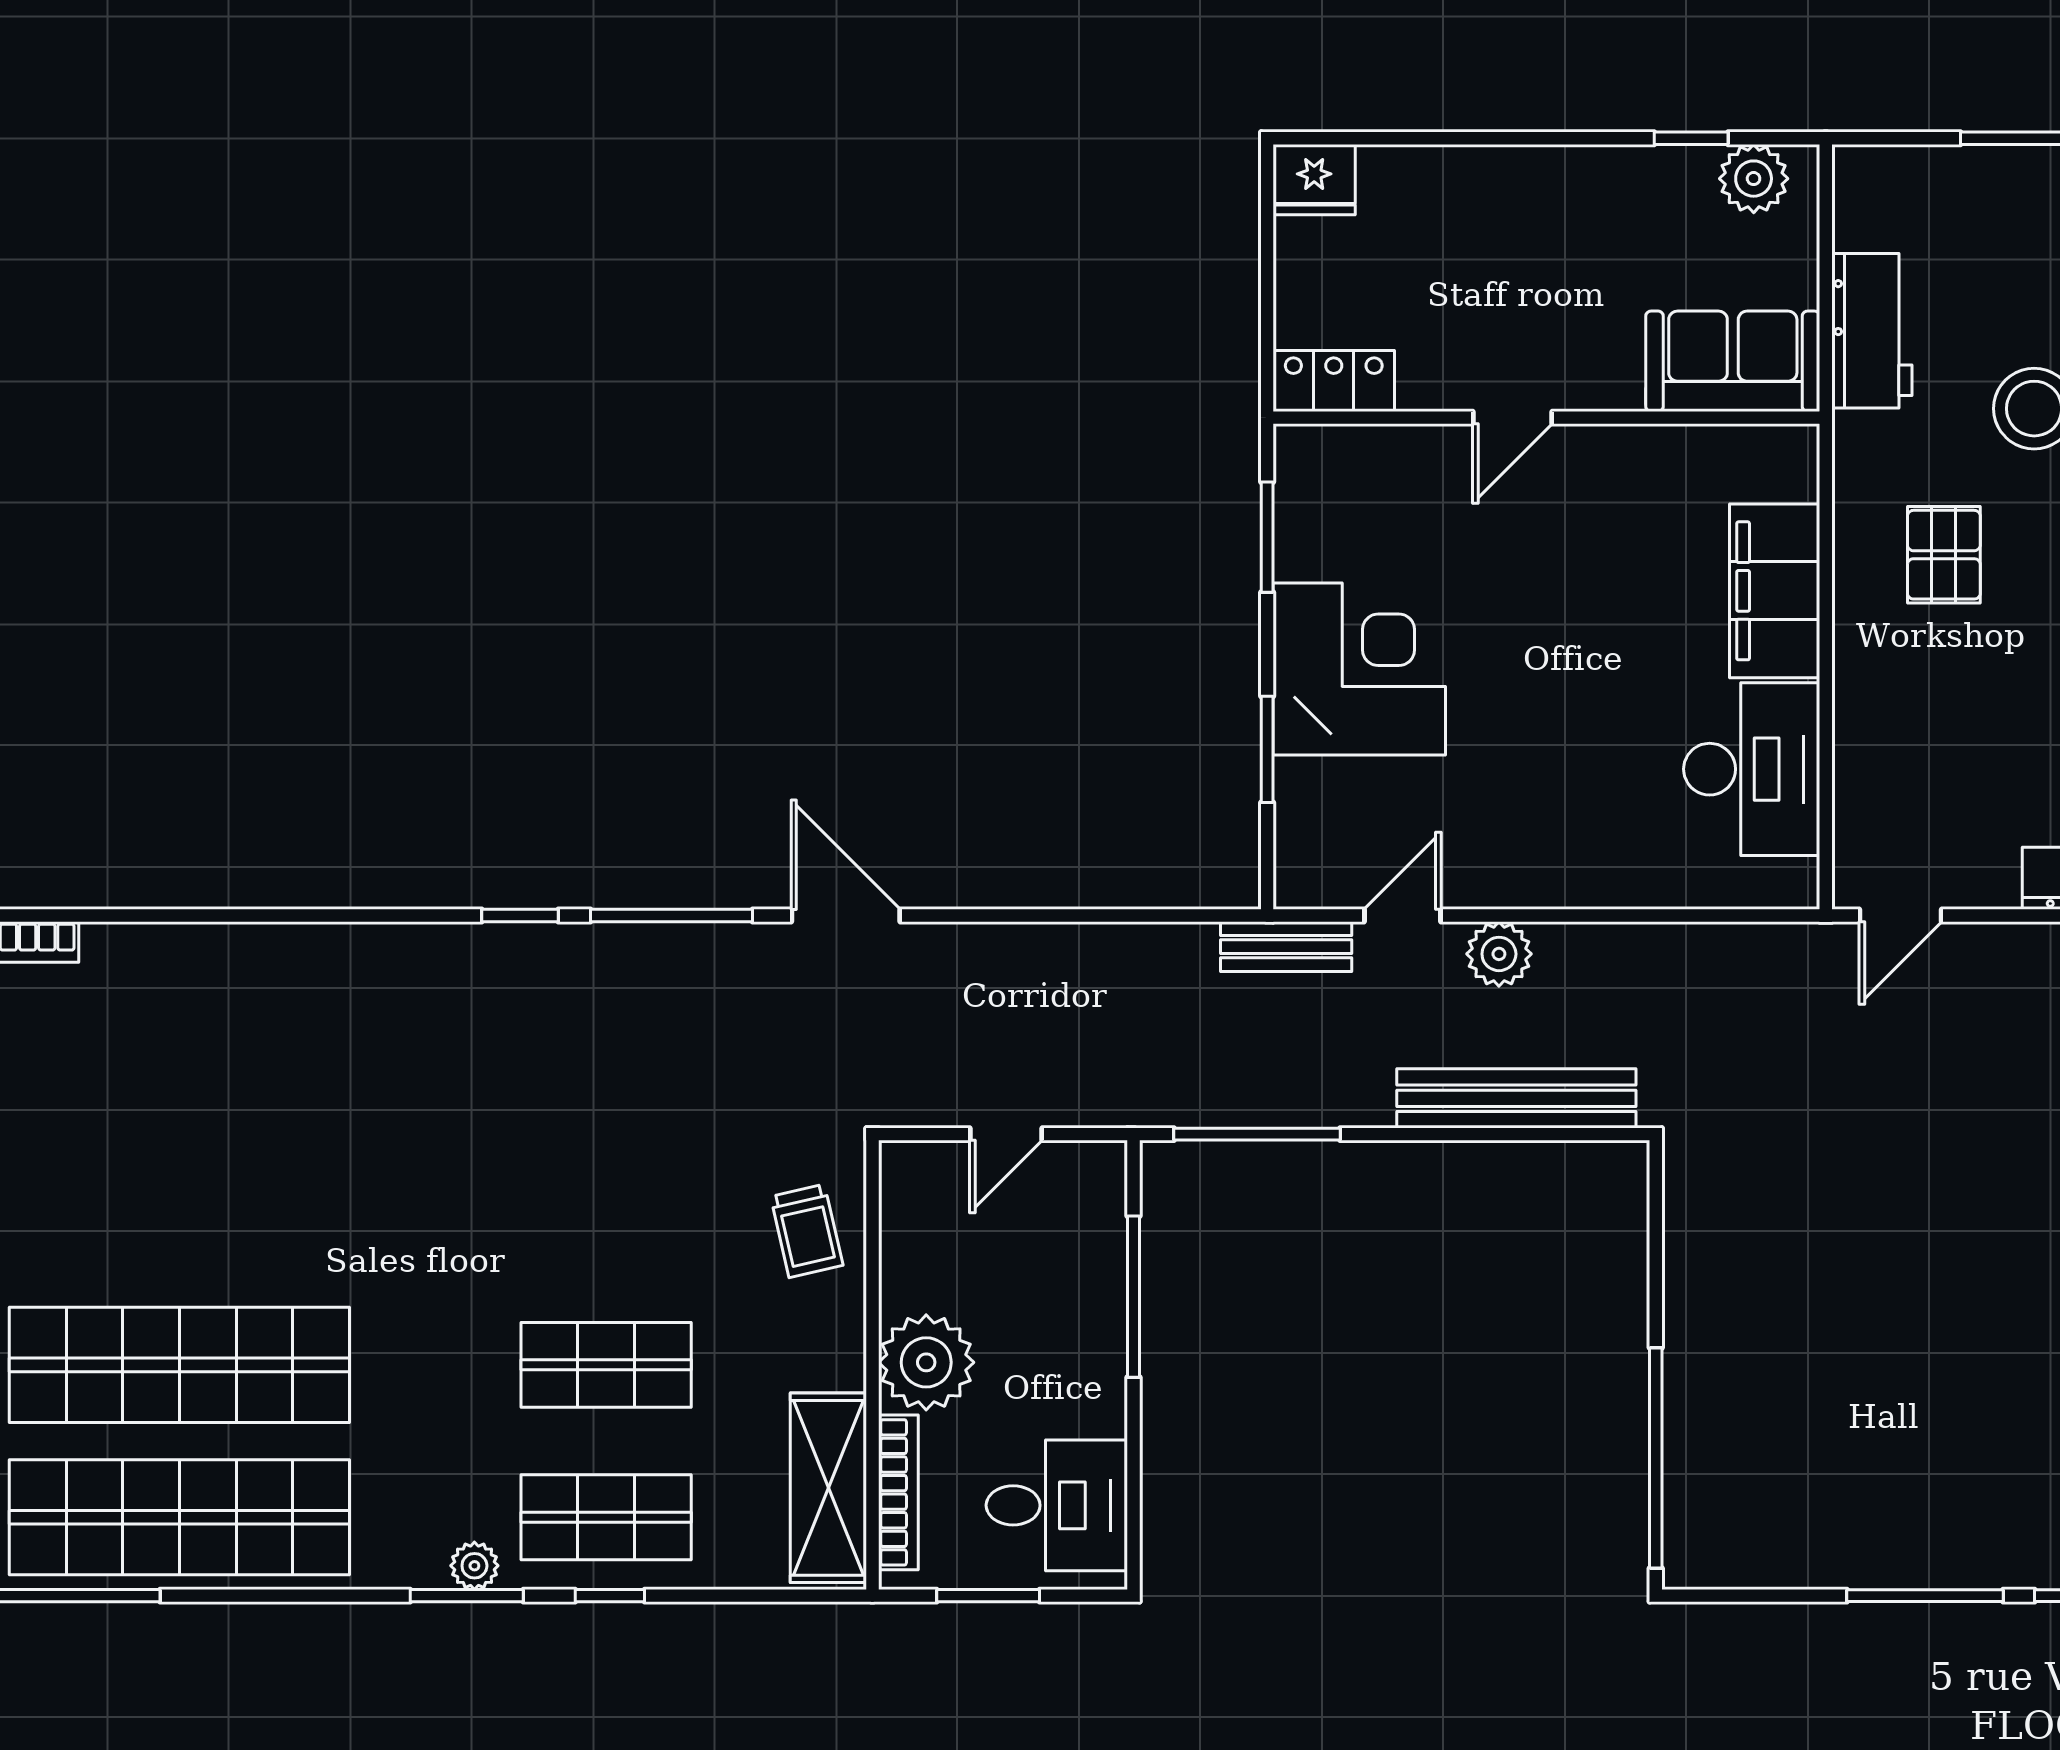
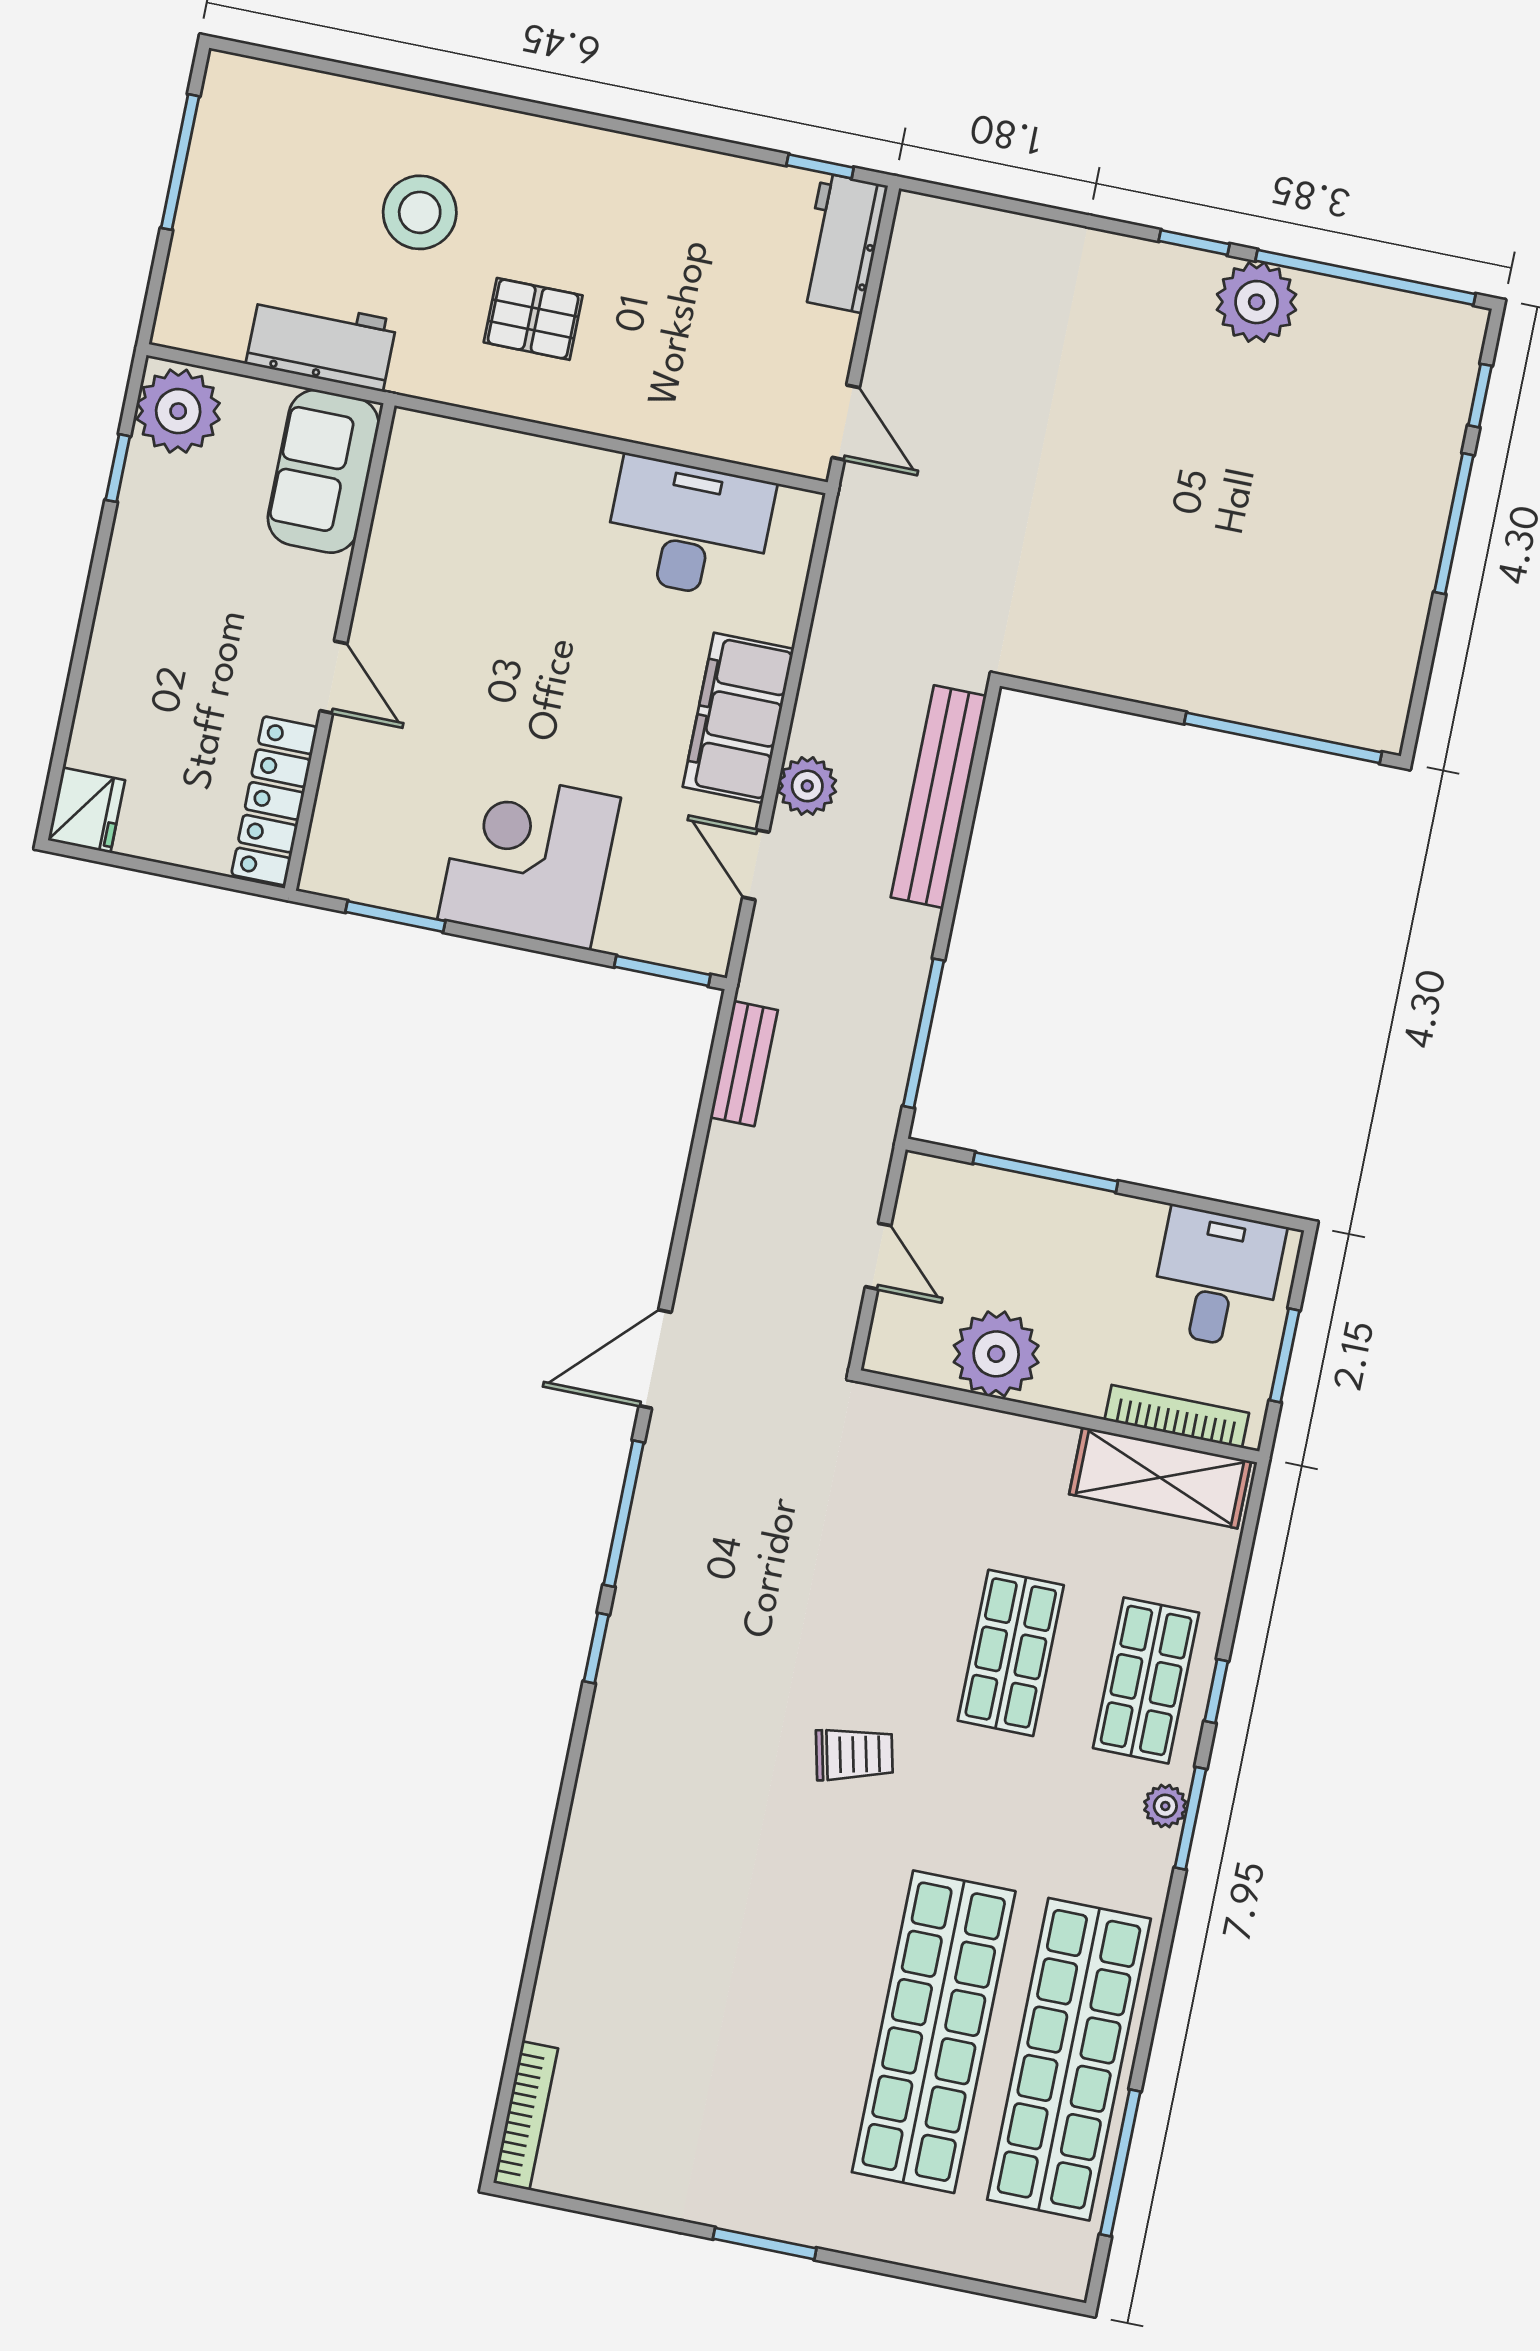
plant: (1754, 179) -> (178, 411), width x1.36, depth x1.36
locker: (1334, 381) -> (274, 801), width x1.53
filing cabinet: (1775, 591) -> (738, 718), moved, turned 90
window: (1267, 749) -> (662, 971), moved
bench: (1286, 947) -> (744, 1064), moved
trolley: (807, 1231) -> (854, 1754), moved
plant: (926, 1362) -> (996, 1354), moved

